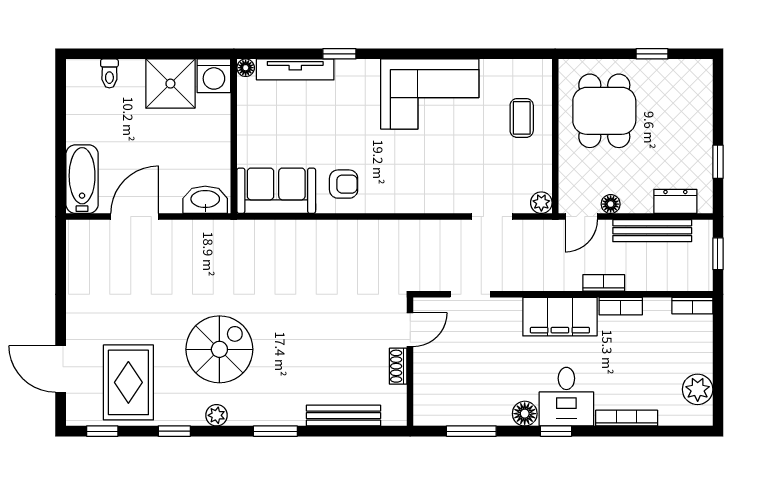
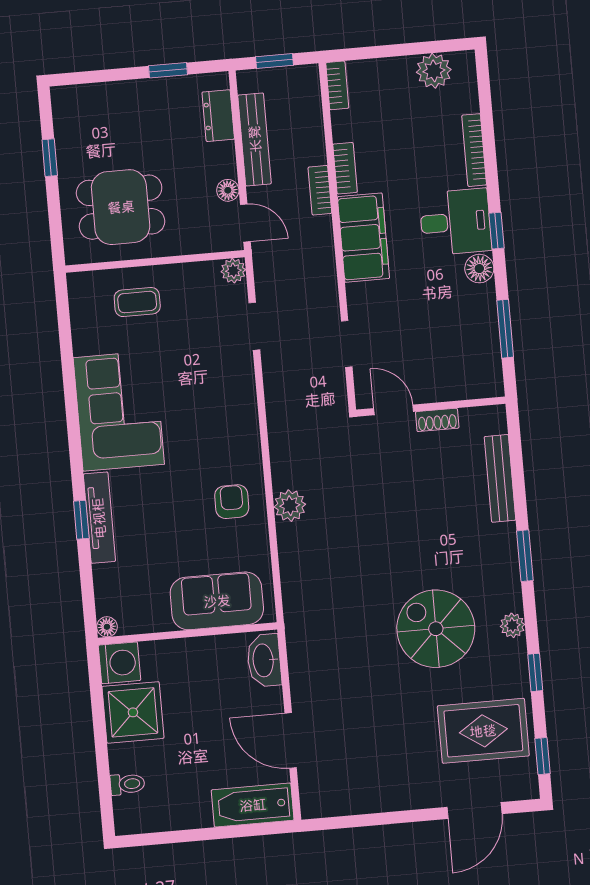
tv unit: (295, 69) -> (99, 518), moved
sofa: (276, 191) -> (217, 601), moved, turned 90
plant: (336, 234) -> (290, 506), added

